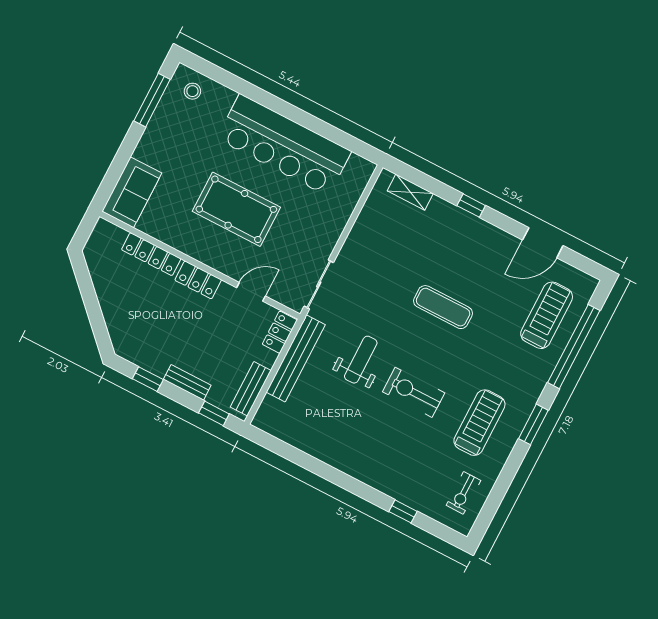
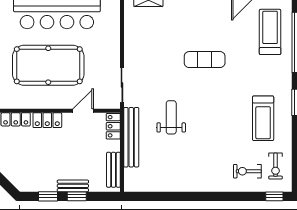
pool table: (236, 209) -> (48, 65), width x1.36, depth x1.32
exercise bike: (414, 392) -> (247, 171), moved, width x0.73, depth x0.72
window: (214, 413) -> (77, 196), moved
treadmill: (479, 423) -> (263, 118), turned 180
window: (403, 511) -> (274, 196), moved

